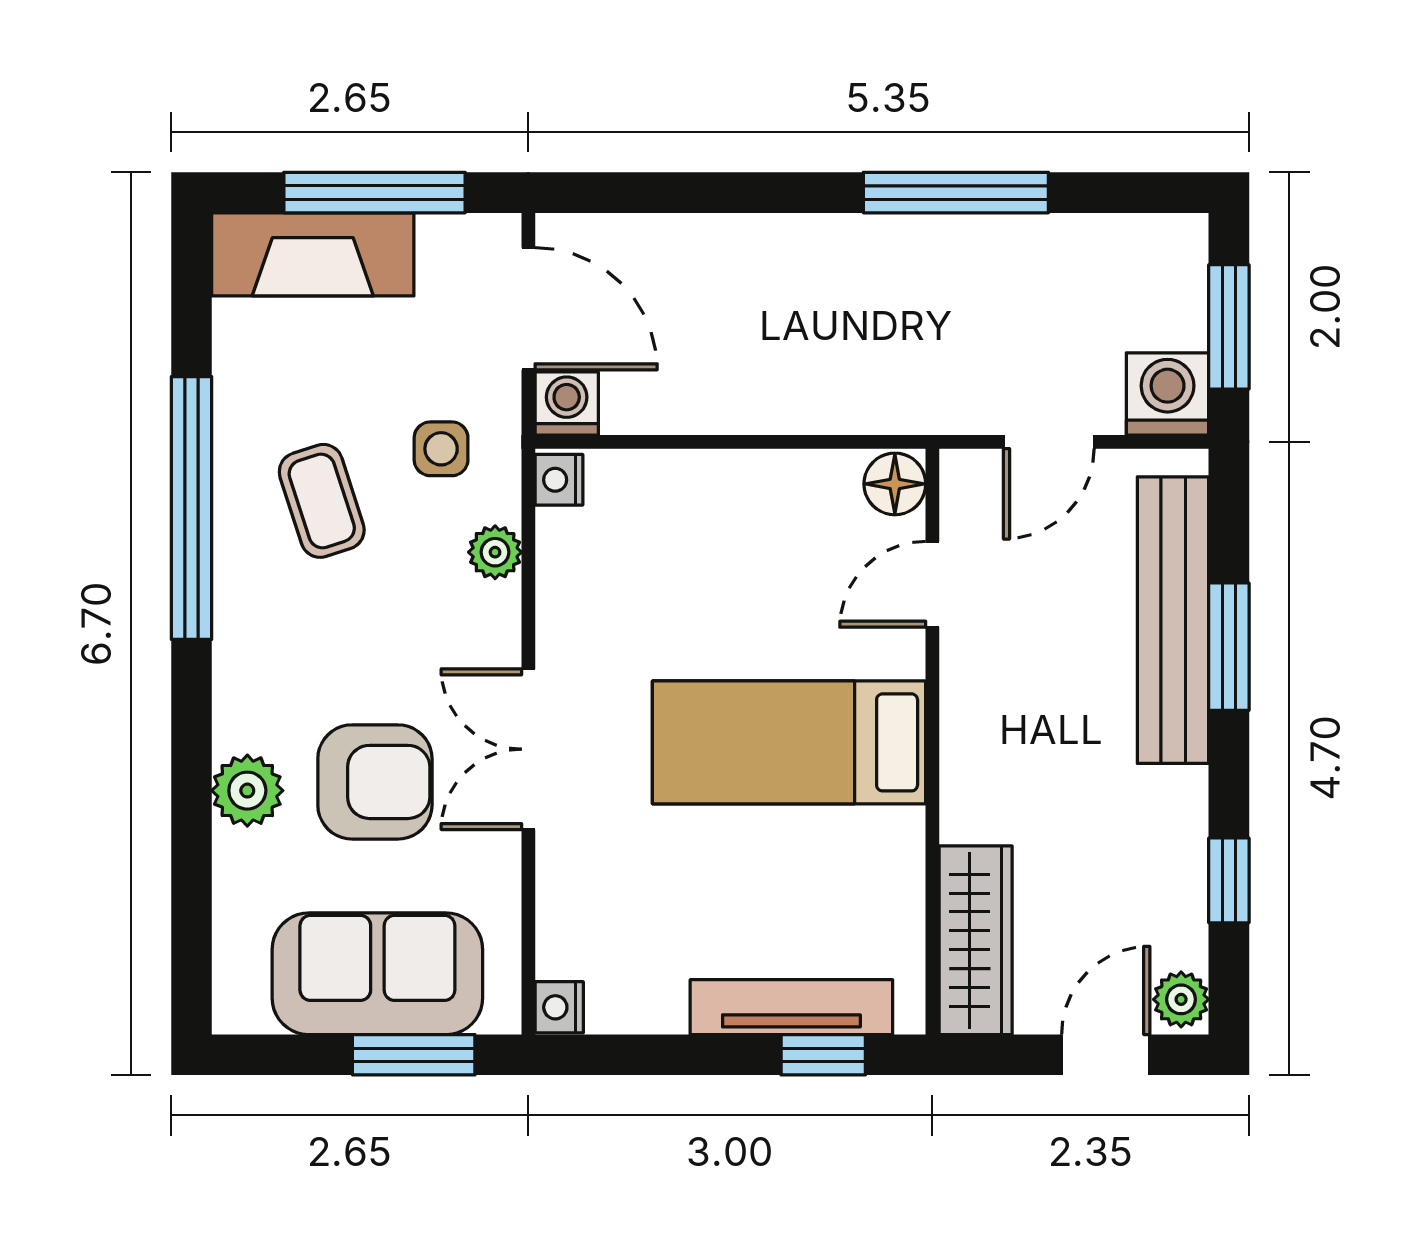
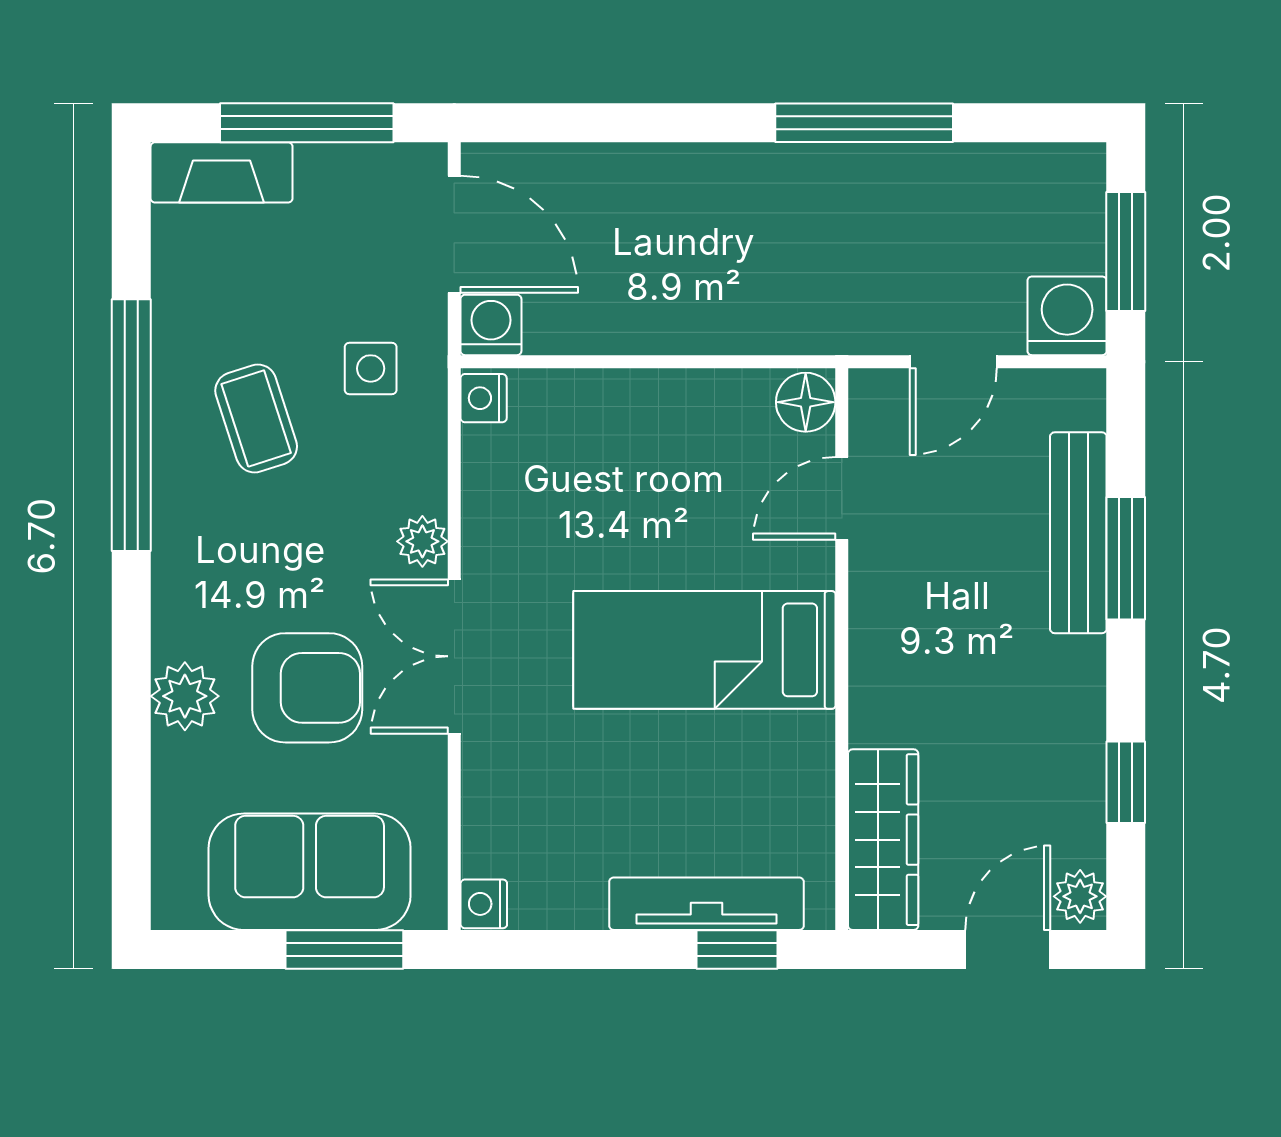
fireplace: (313, 254) -> (222, 172), width x0.73, depth x0.76
plant: (495, 552) -> (422, 541), moved
bench: (1173, 620) -> (1078, 533), width x0.73, depth x0.82

